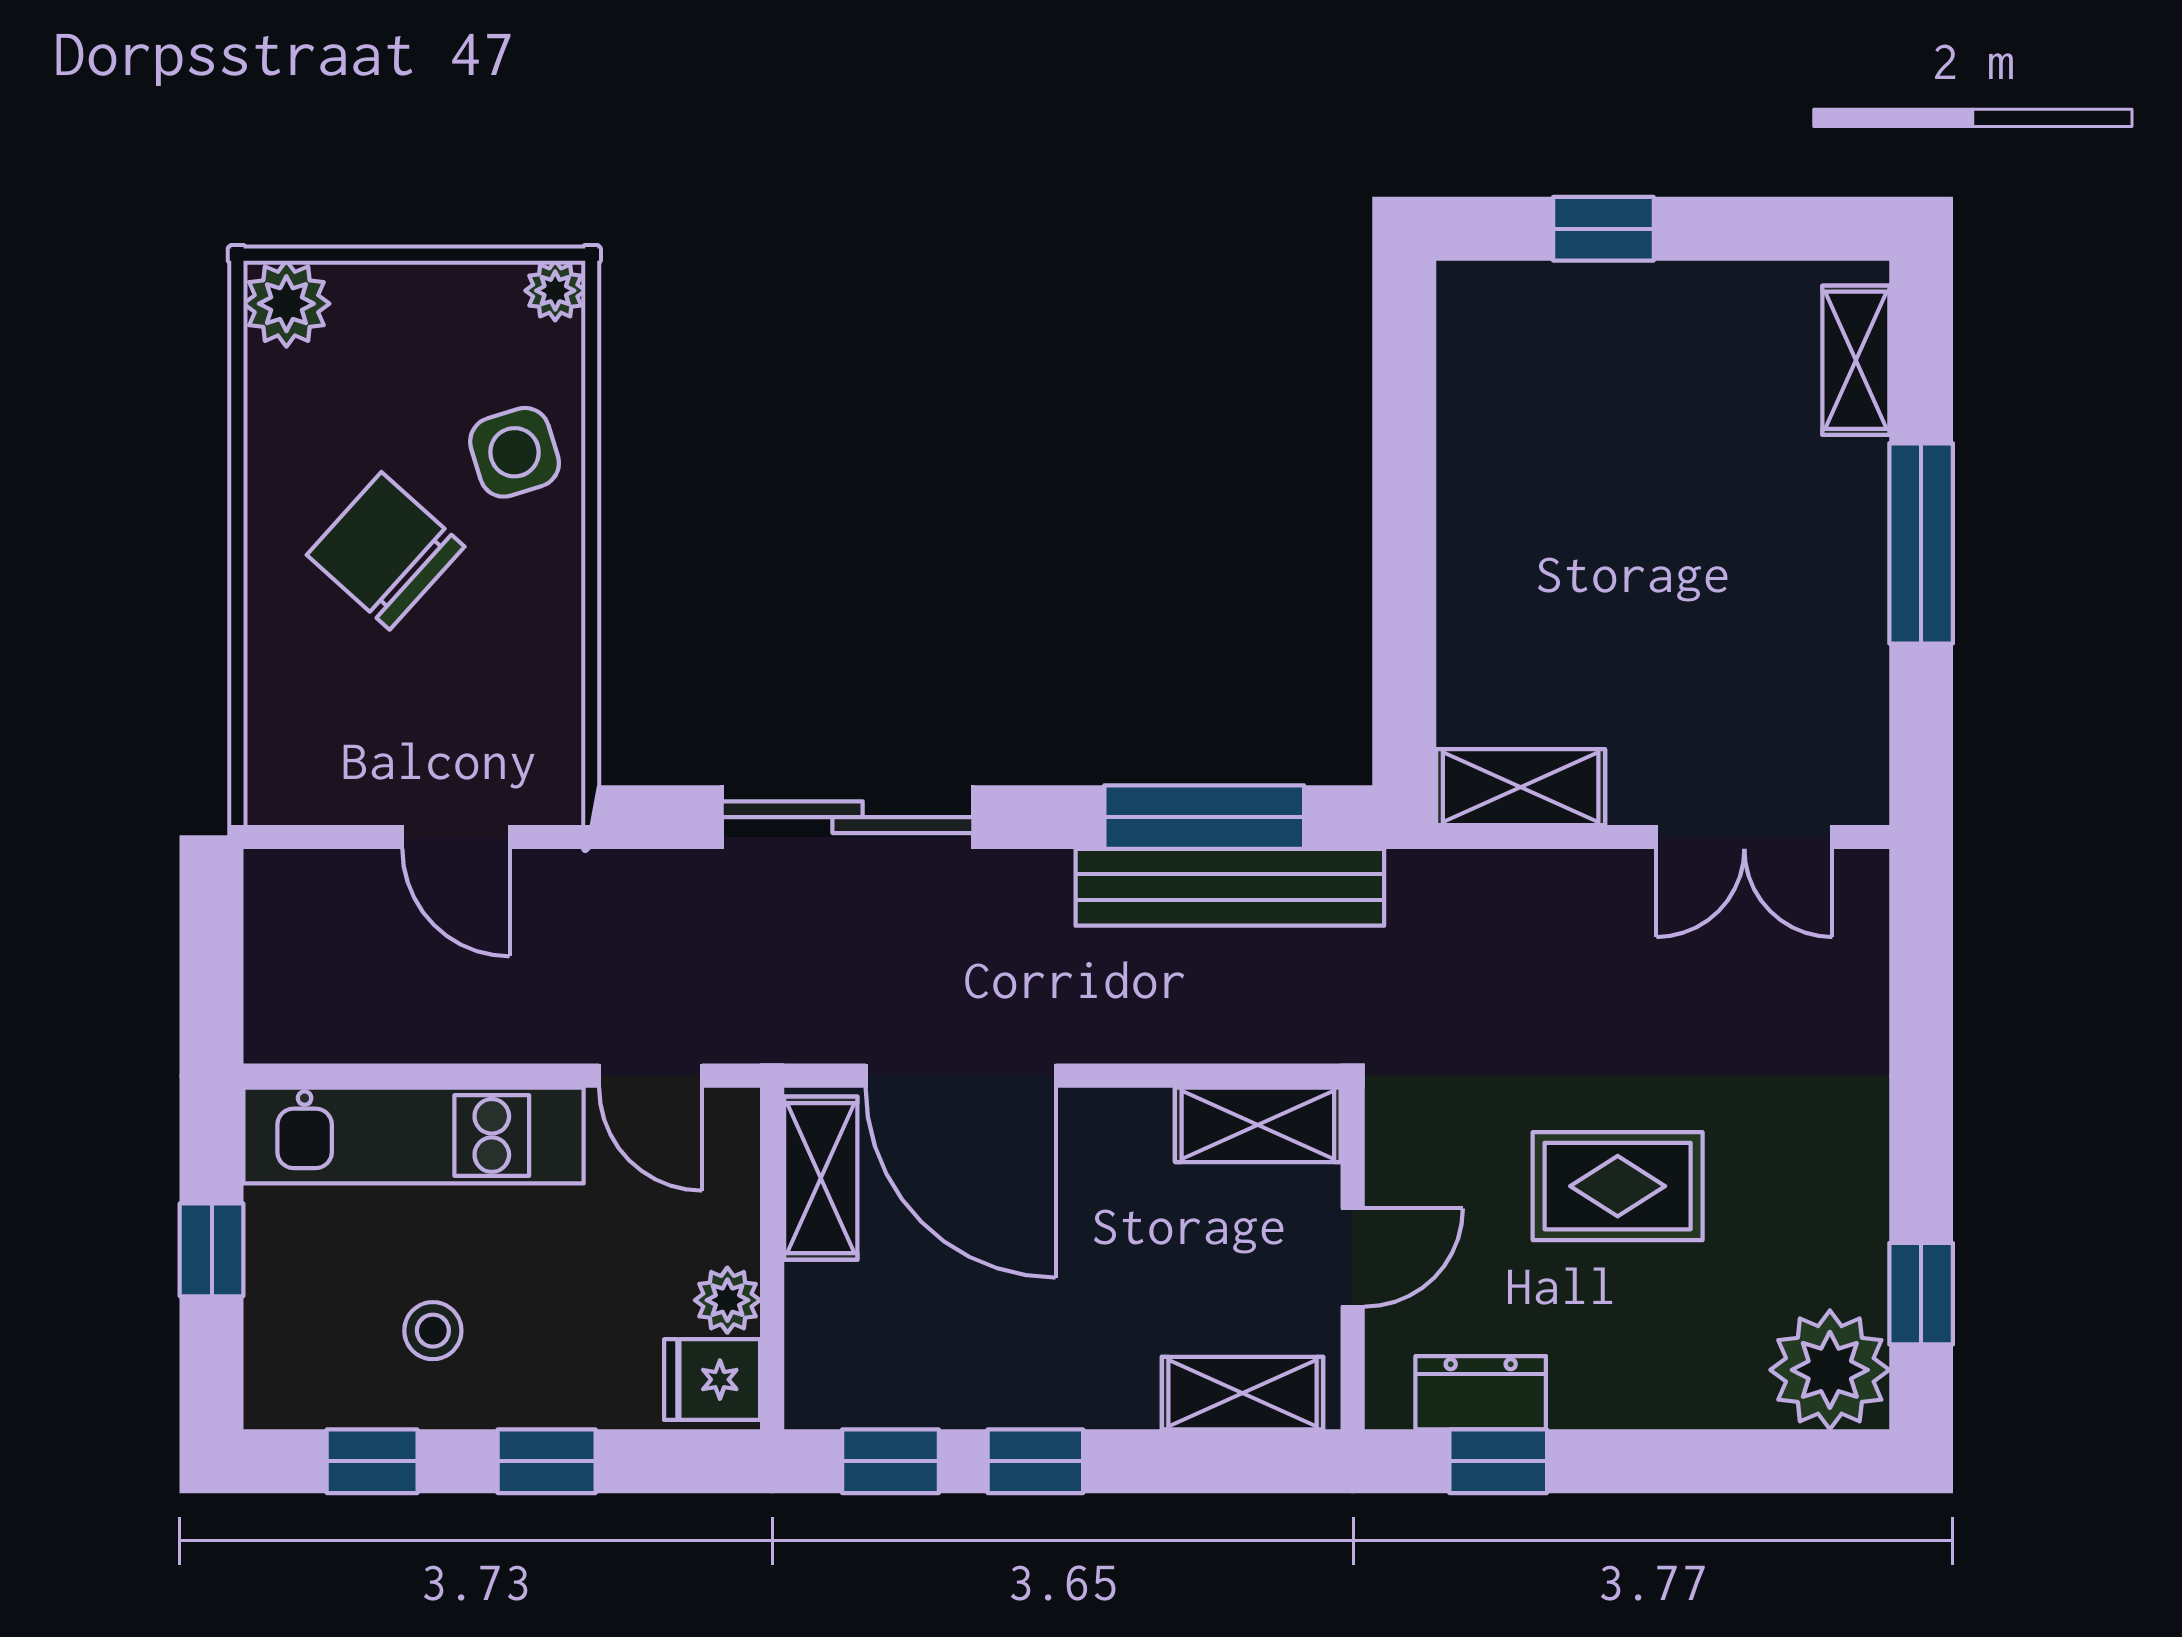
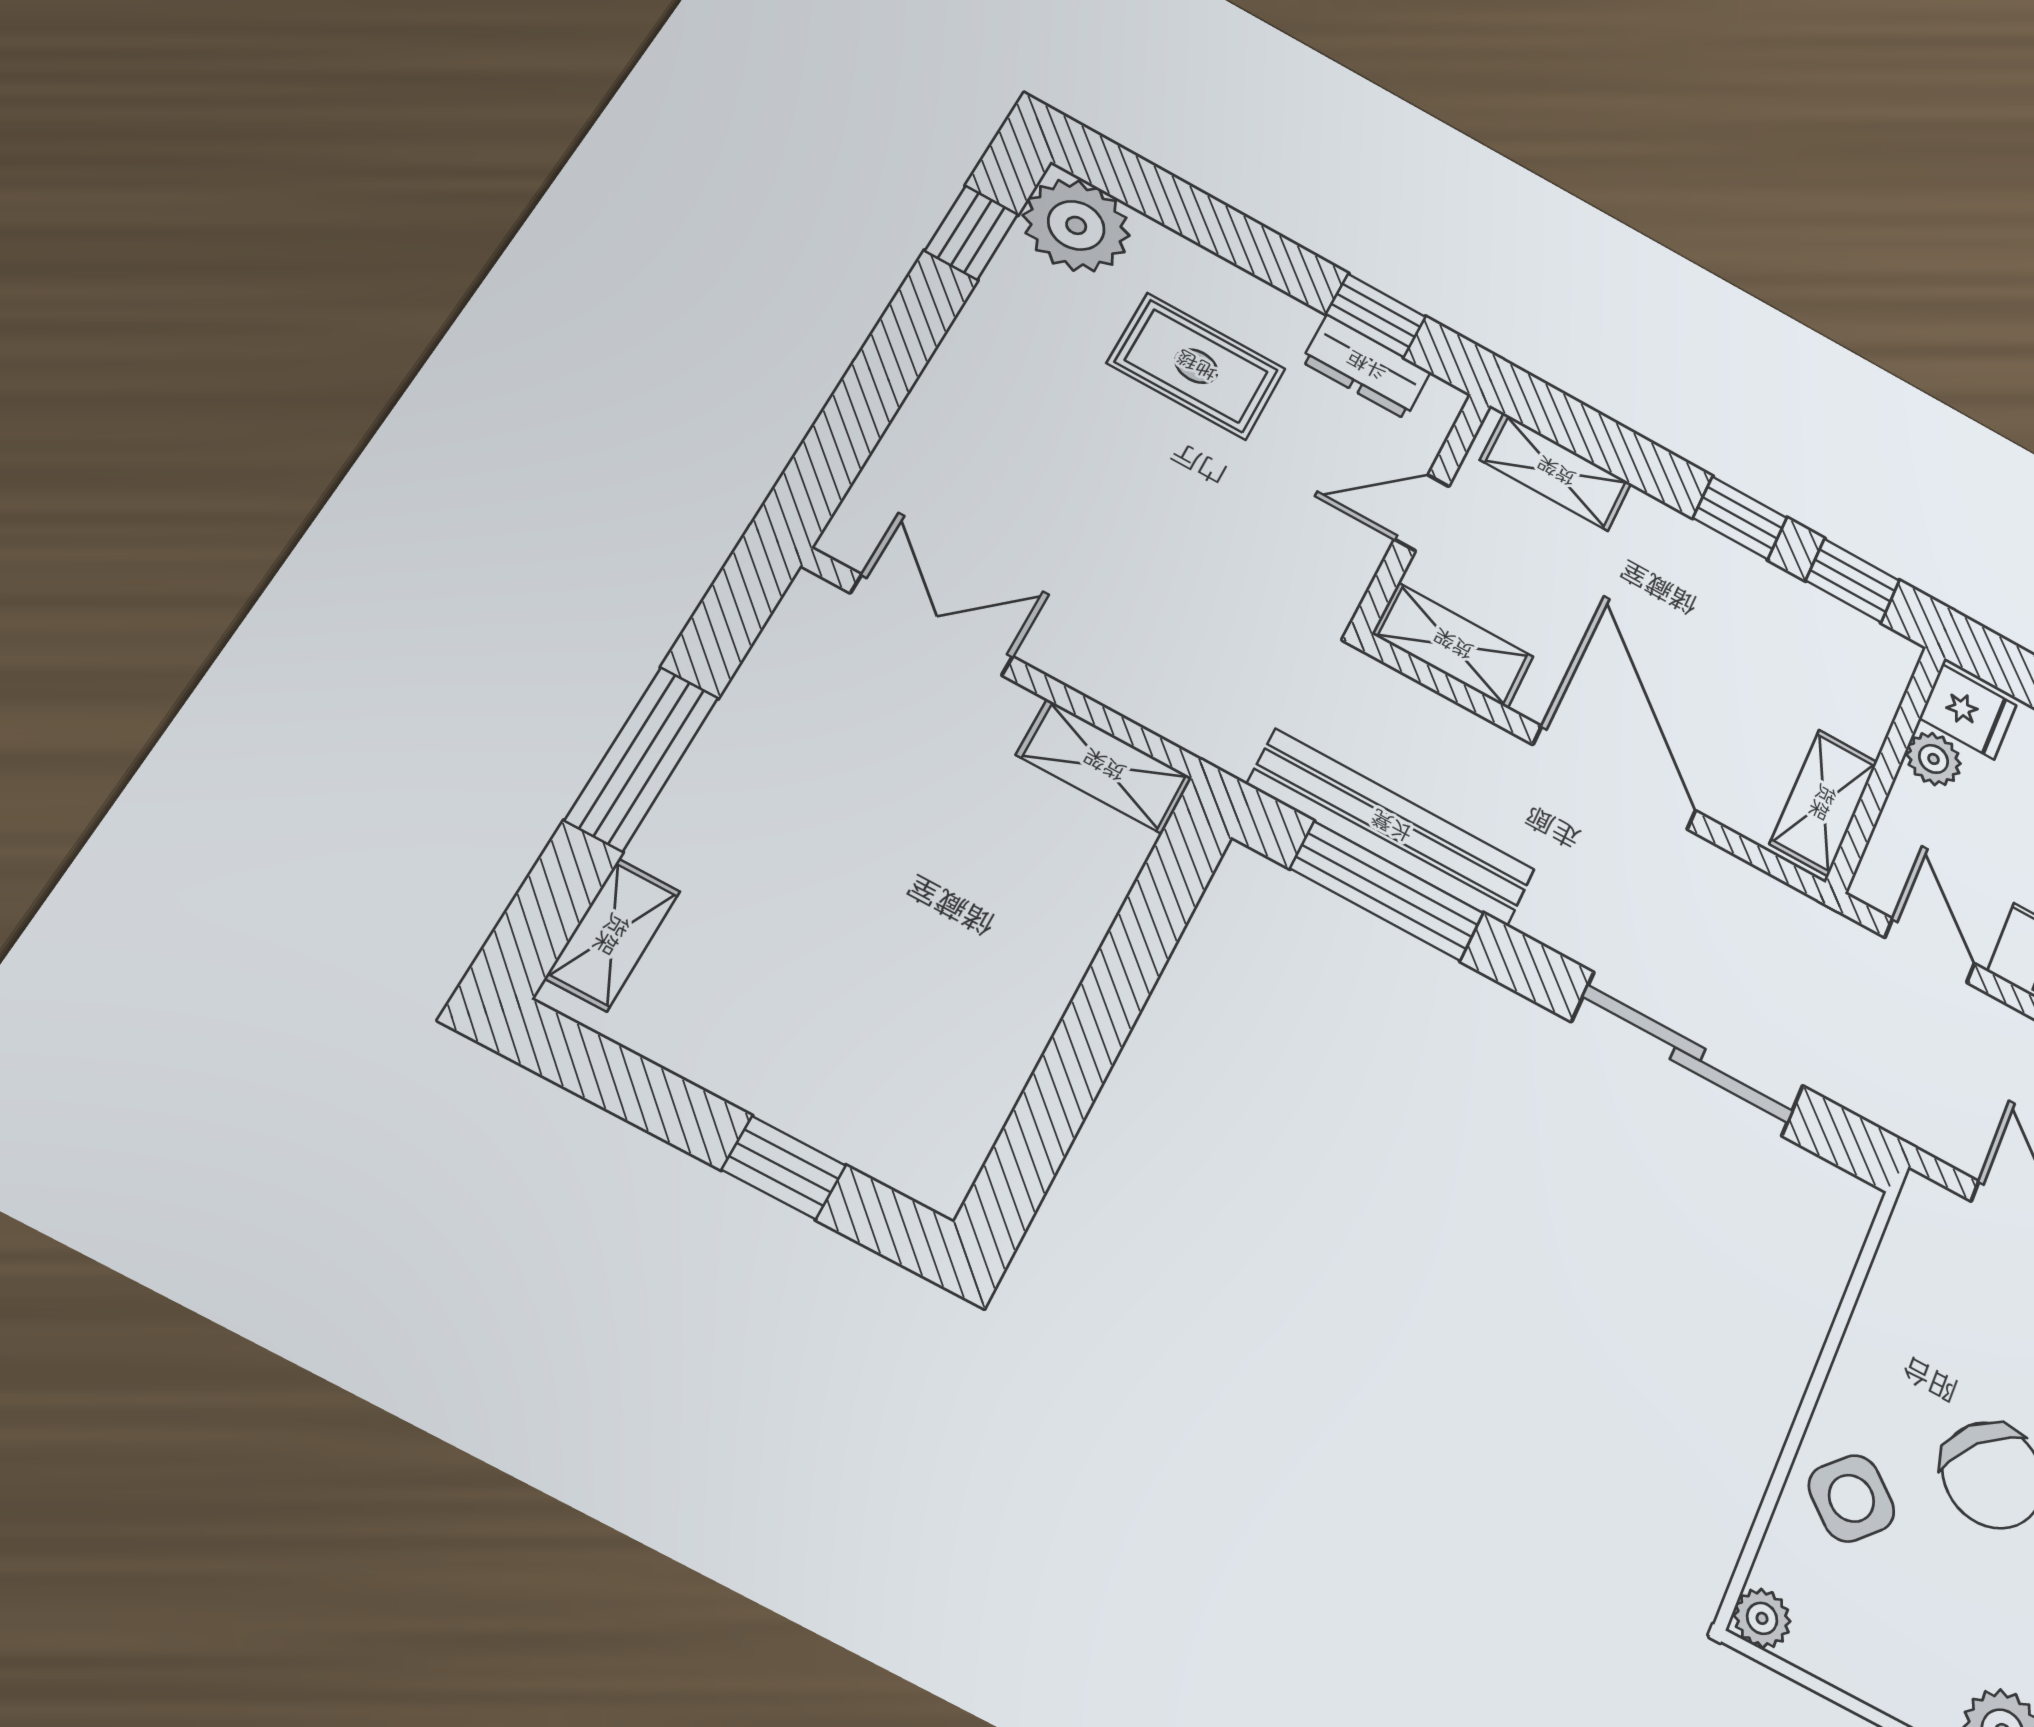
side table: (515, 452) -> (1851, 1498), turned -31
door: (961, 1076) -> (1614, 778), moved
rug: (1618, 1186) -> (1196, 366), moved

